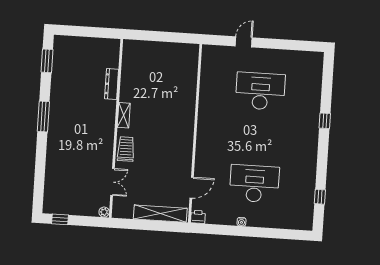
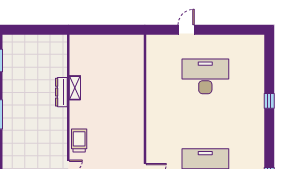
dresser: (112, 84) -> (61, 92), moved
shelving: (124, 115) -> (75, 88), moved

